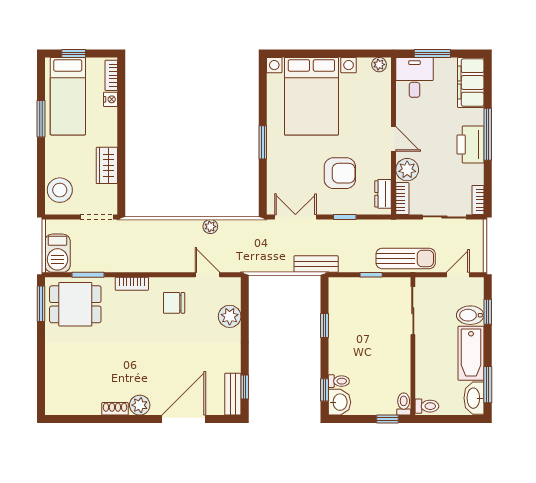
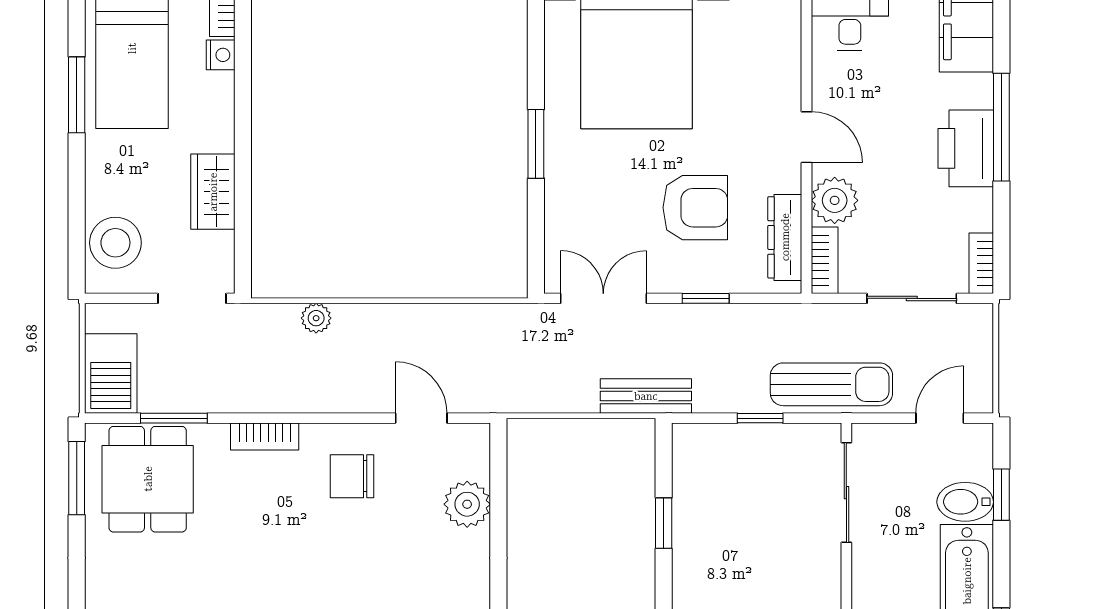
dresser: (383, 194) -> (785, 237), width x1.44
plant: (210, 227) -> (316, 318), moved
dining table: (75, 304) -> (148, 479), turned 90

